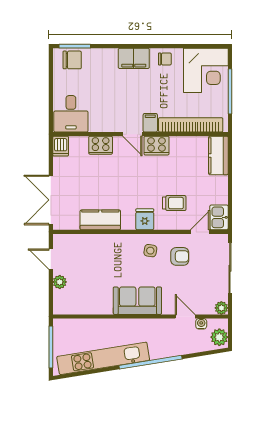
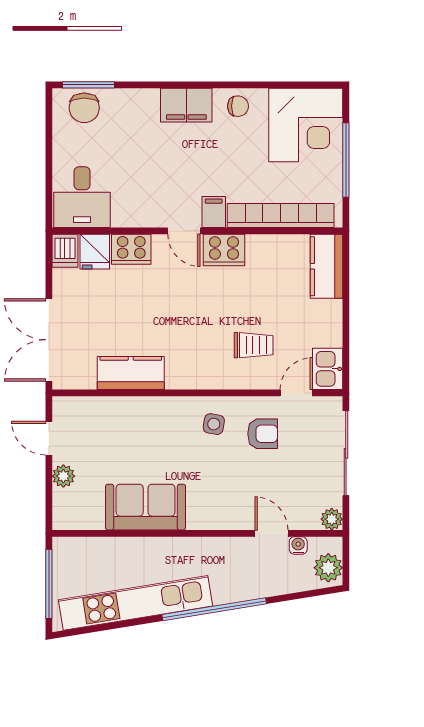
chair: (72, 60) -> (84, 108), turned 90
fridge: (145, 219) -> (95, 252), moved, turned 180
sofa: (137, 301) -> (146, 507), moved

